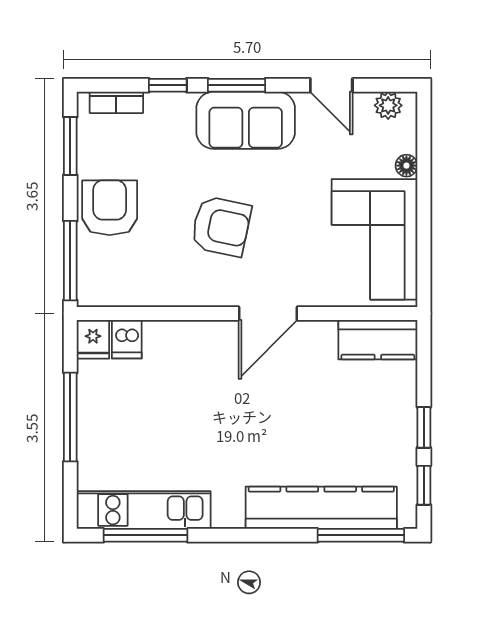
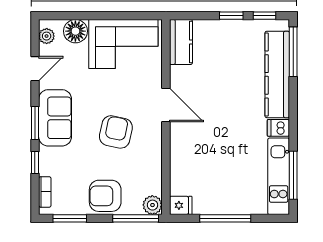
floor lamp: (406, 166) -> (75, 31), width x1.89, depth x1.89
plant: (94, 290) -> (152, 205), added
dishwasher: (127, 339) -> (278, 128), moved, turned 180

